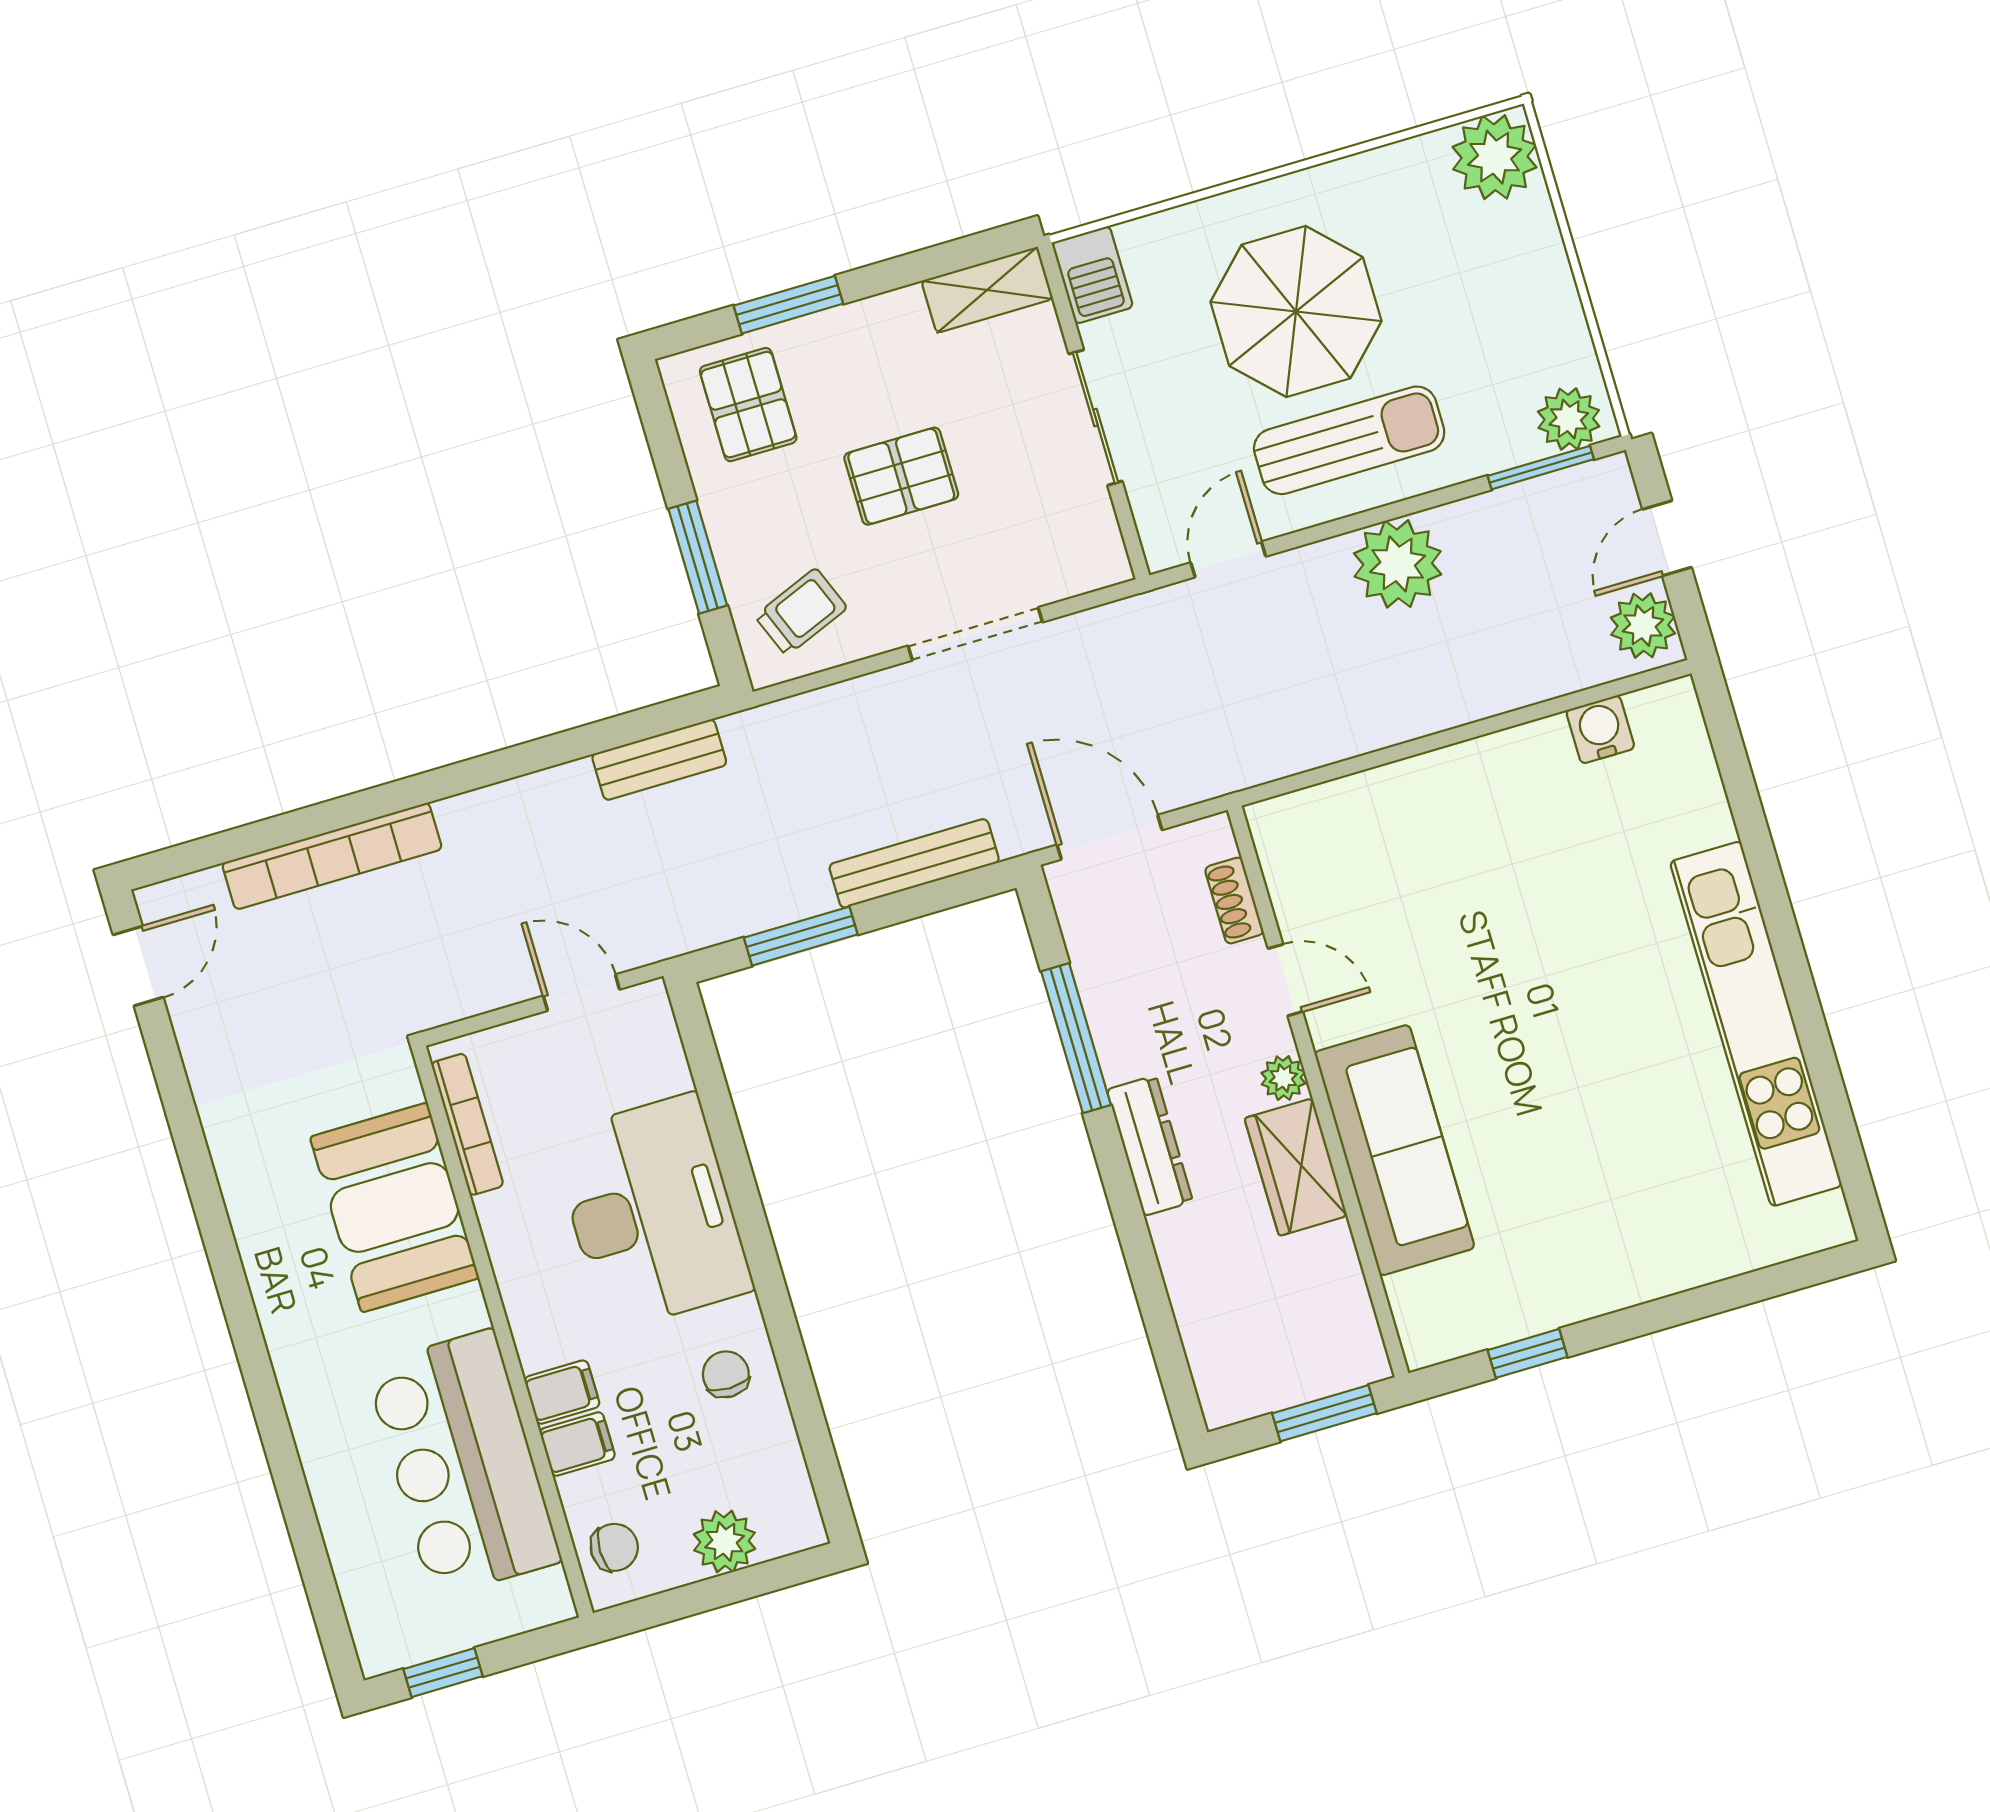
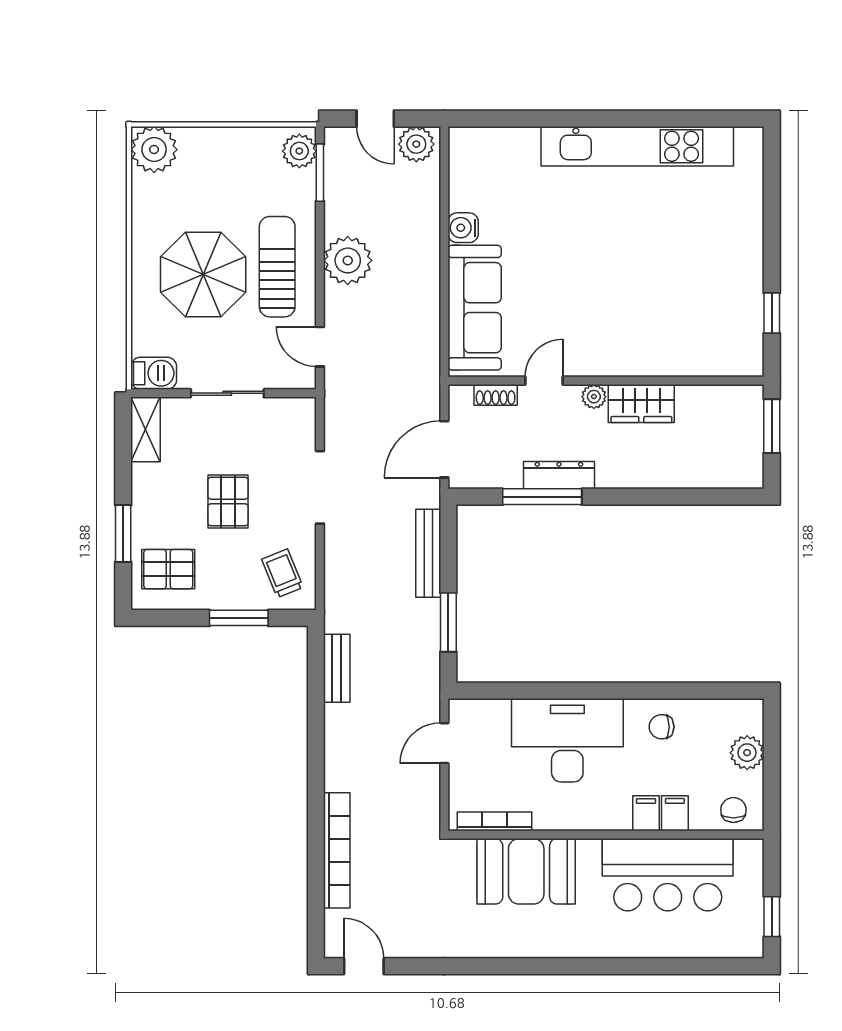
water cooler: (1600, 729) -> (463, 228), moved
dresser: (1150, 1146) -> (559, 475), moved
sofa: (1394, 1150) -> (475, 308), moved, turned 90

